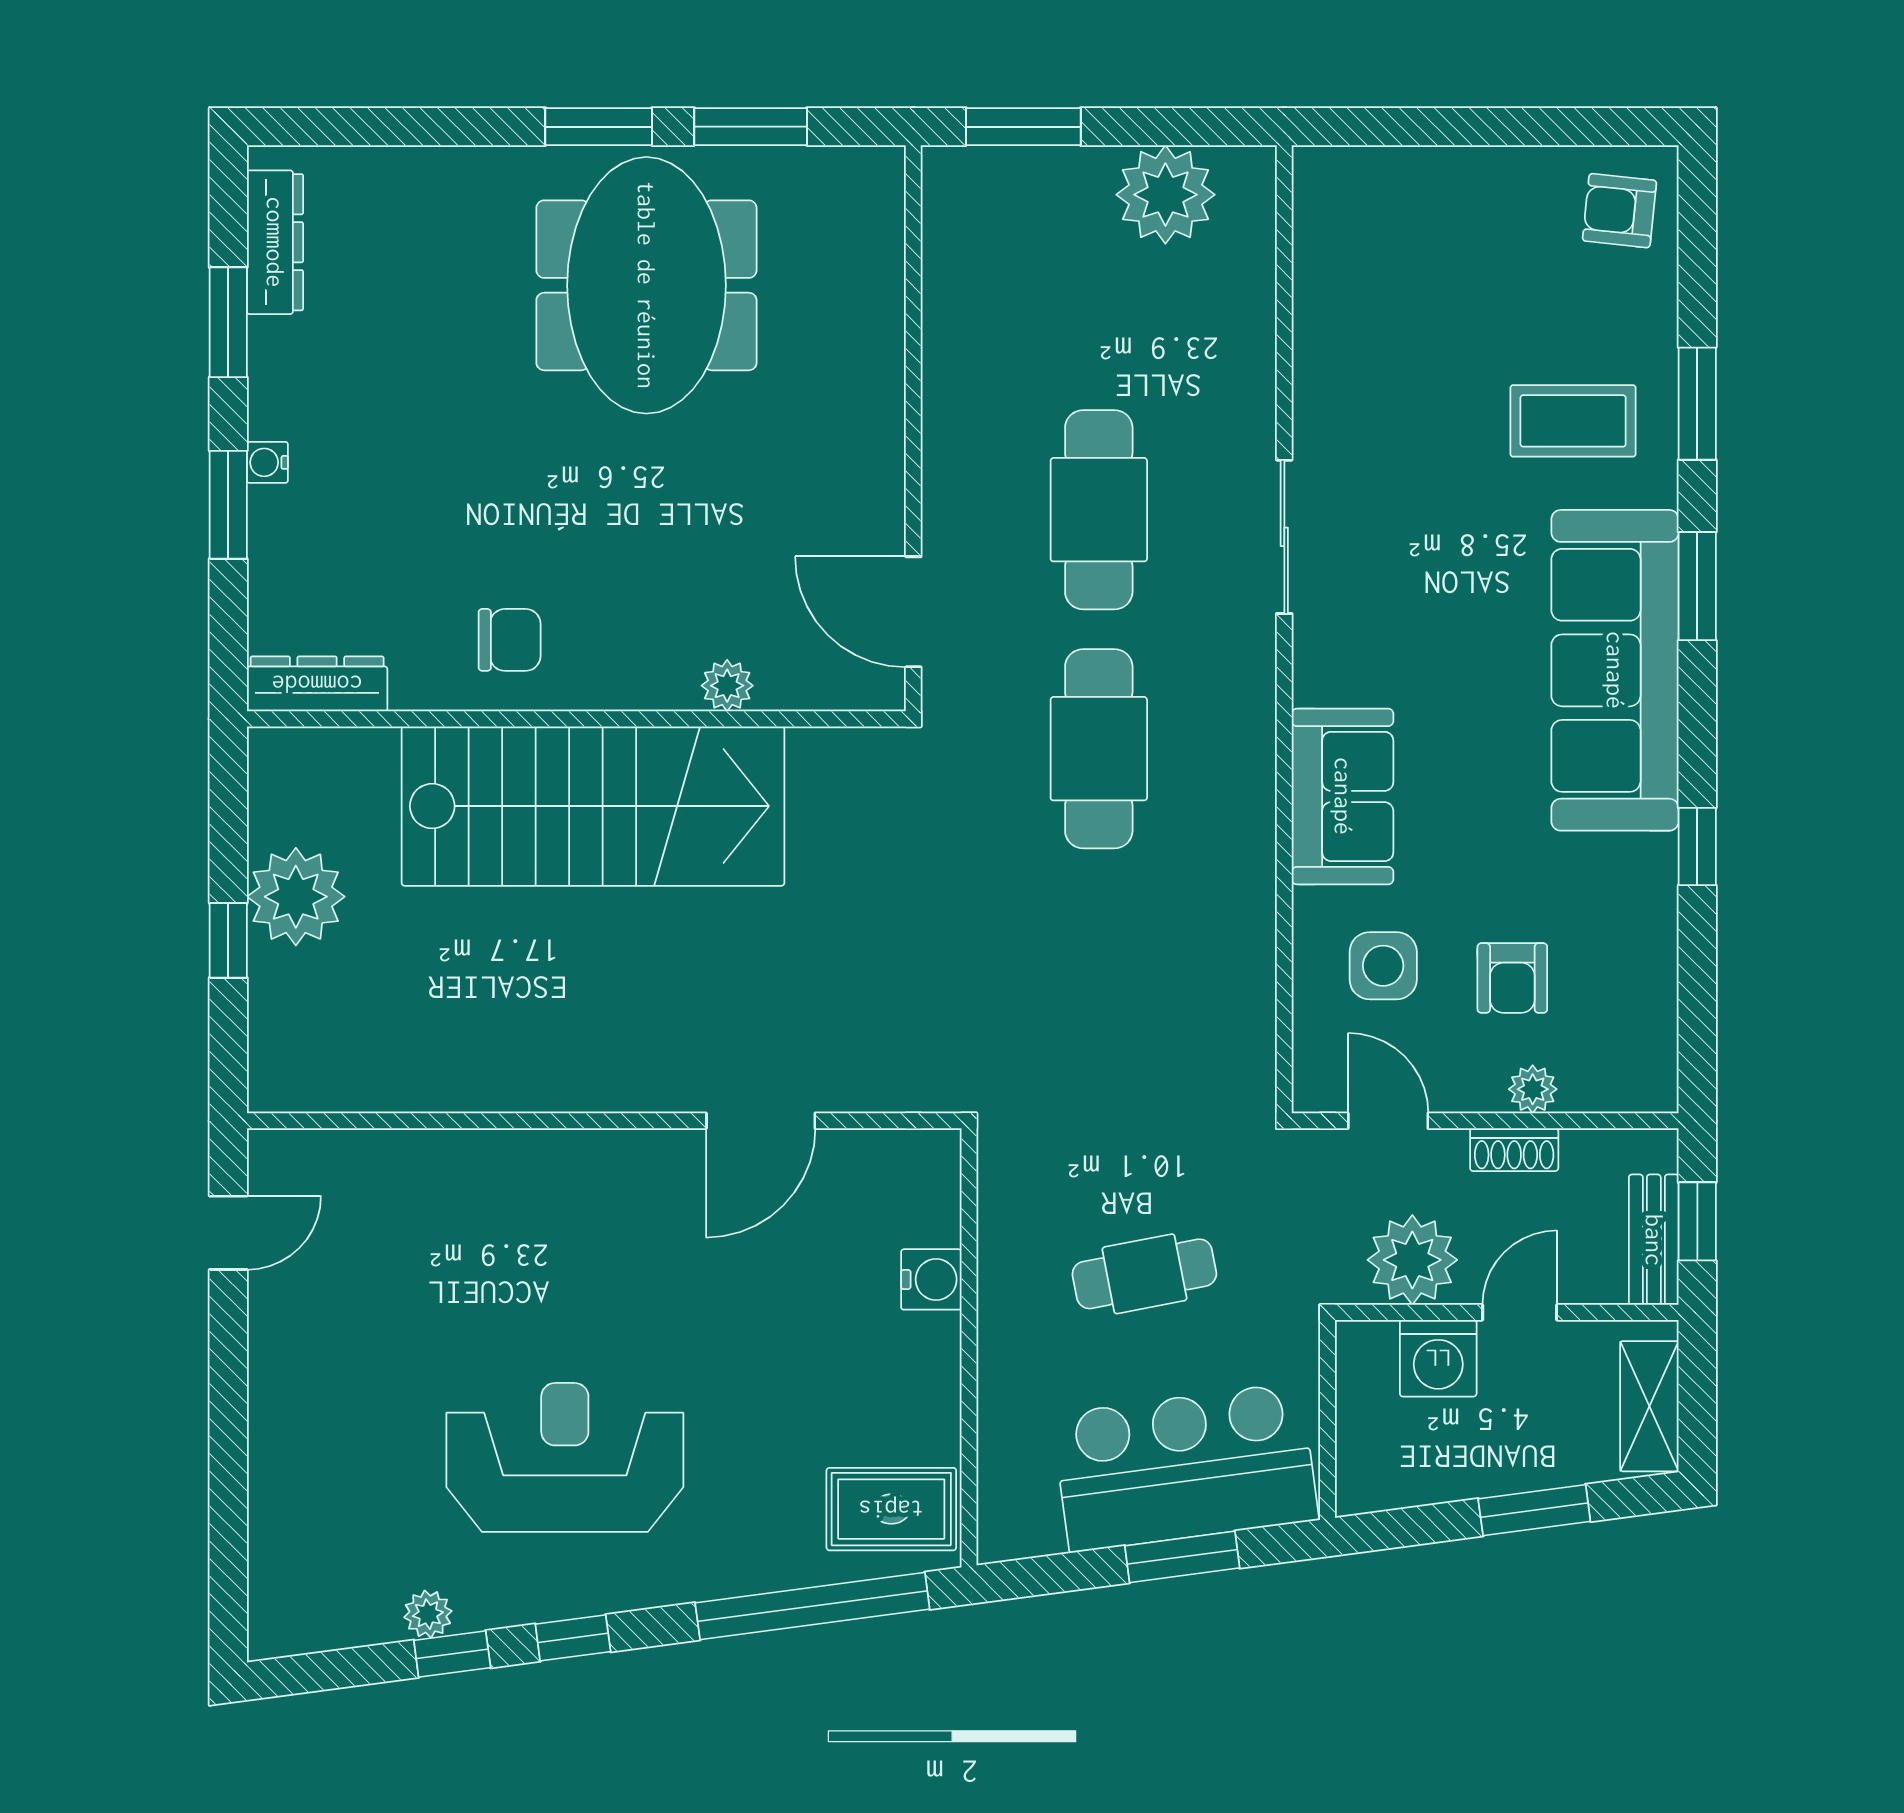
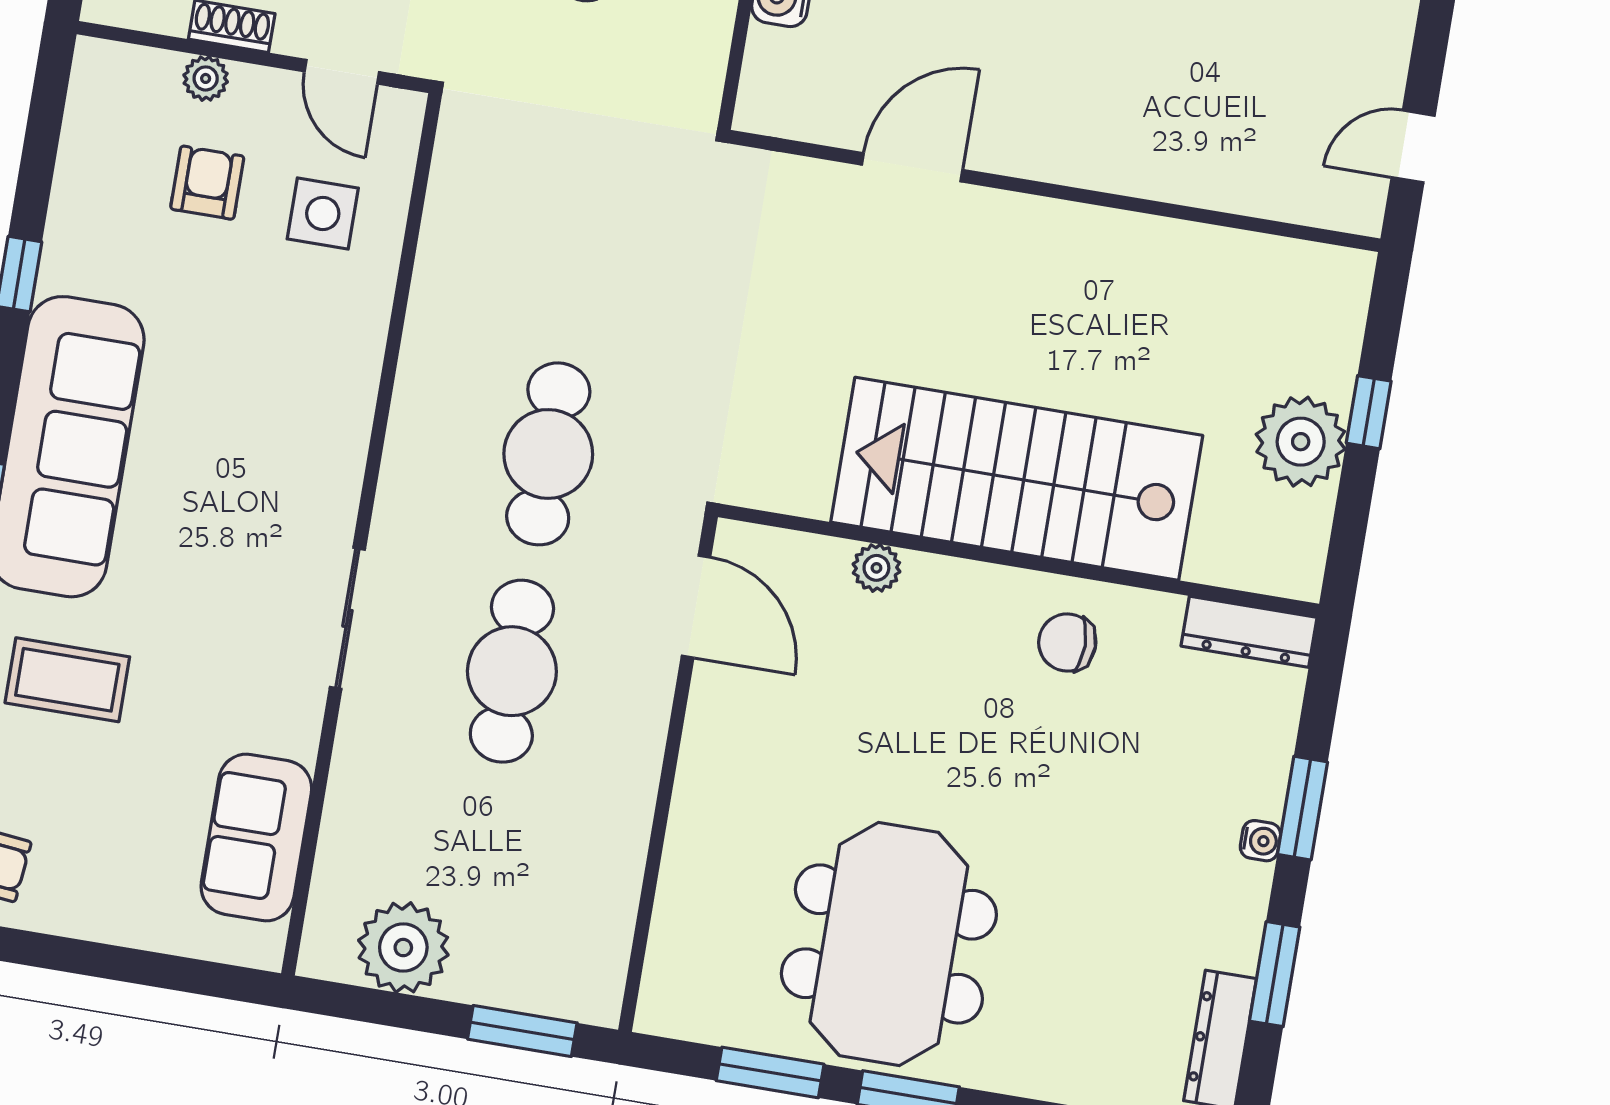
sofa: (1343, 796) -> (256, 838), moved

